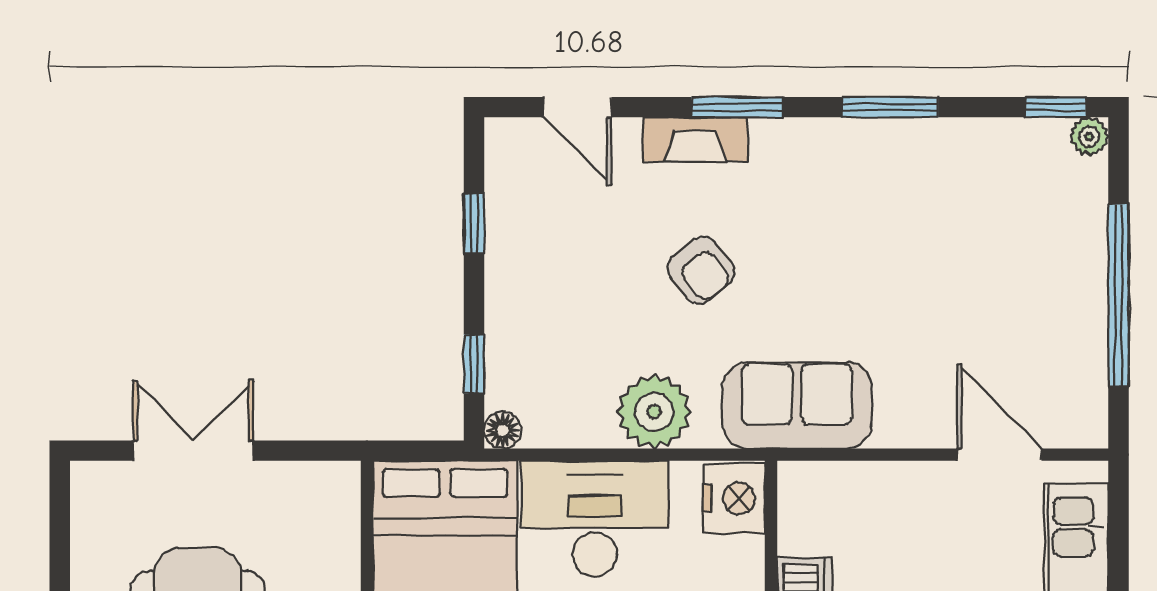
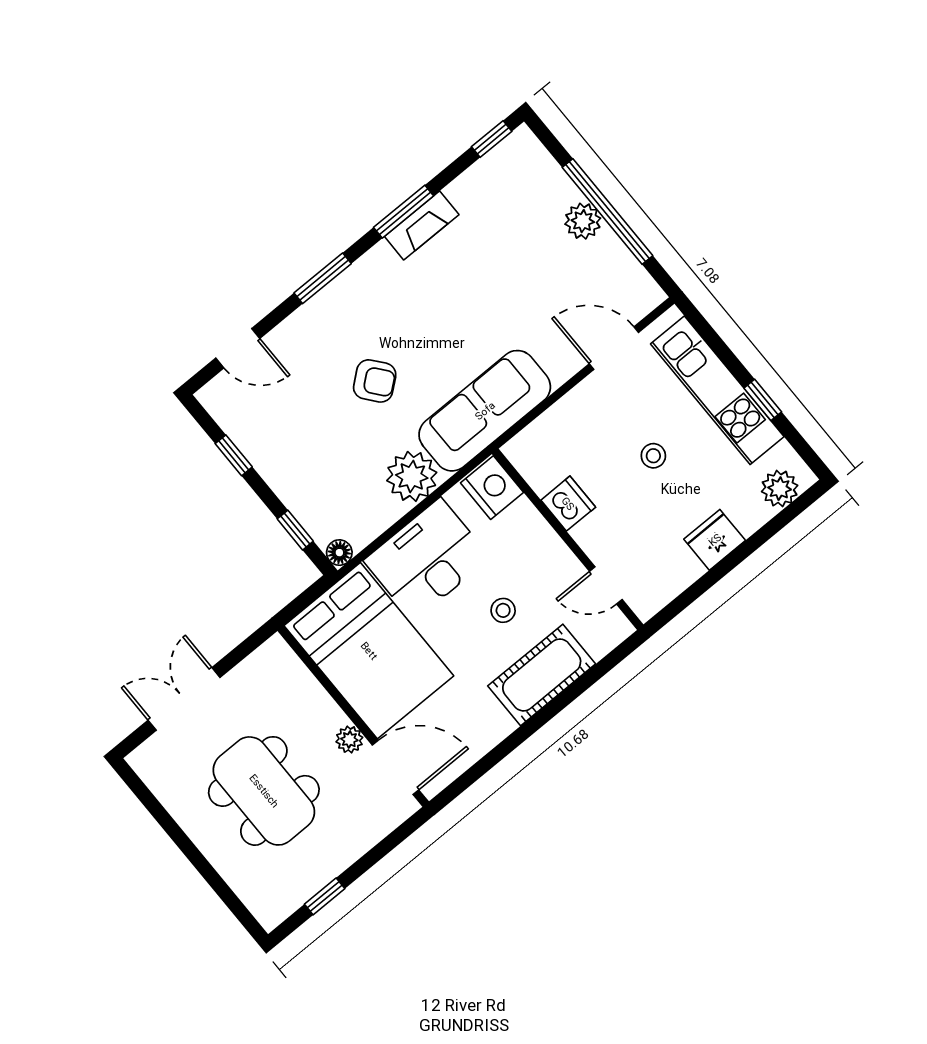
plant: (1089, 136) -> (583, 221), moved, width x1.38, depth x1.38
fireplace: (695, 139) -> (422, 226), moved
sofa: (797, 405) -> (485, 411), width x1.36

